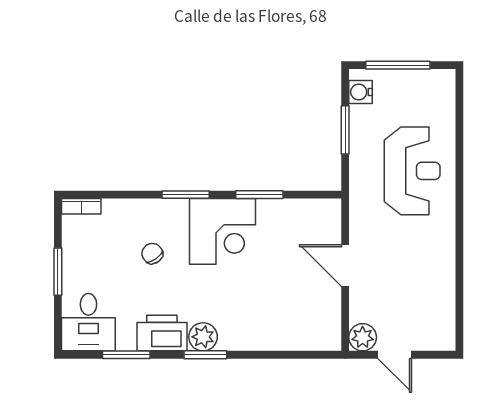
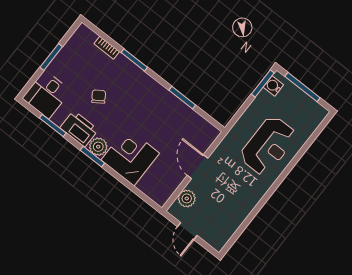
window: (345, 130) -> (263, 84), moved
window: (186, 195) -> (134, 60), moved
bookcase: (81, 206) -> (107, 48), moved
corner desk: (222, 231) -> (130, 157), moved, turned 180
chair: (152, 254) -> (99, 97), moved
plant: (363, 337) -> (187, 198), moved

